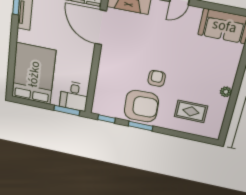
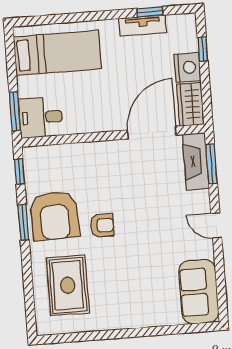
bed: (34, 74) -> (57, 53), width x0.67
plant: (226, 92) -> (111, 322), removed
rug: (191, 111) -> (68, 285), width x1.36, depth x1.43

